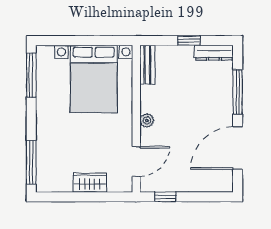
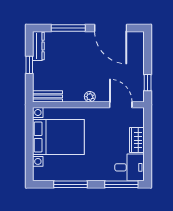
window: (31, 75) -> (70, 184), moved
desk: (54, 173) -> (130, 167), added

